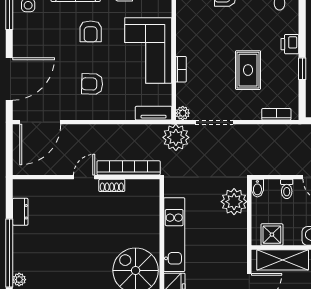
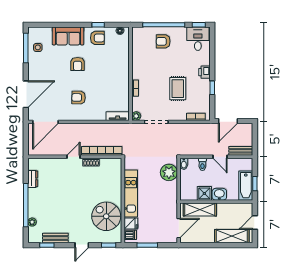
corner sofa: (148, 51) -> (114, 76), removed
plant: (176, 137) -> (132, 132), removed
shower: (272, 235) -> (204, 193), moved

